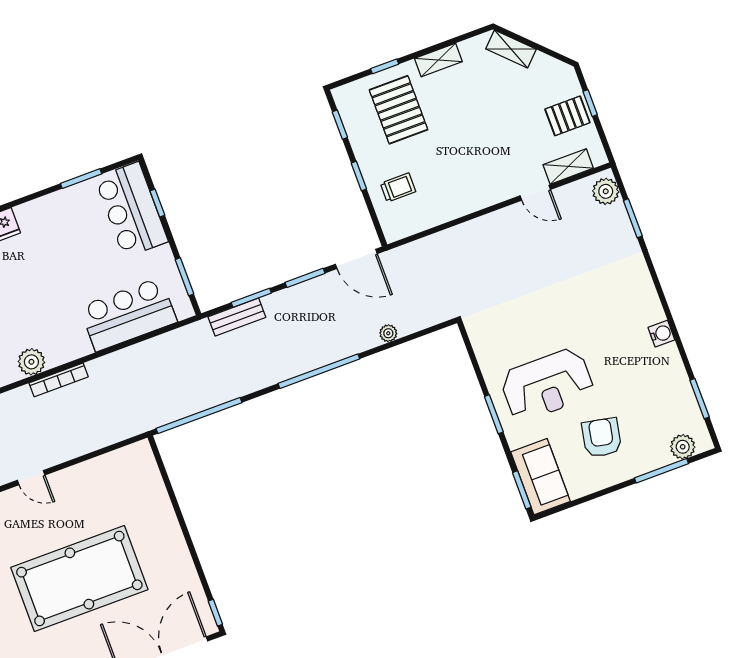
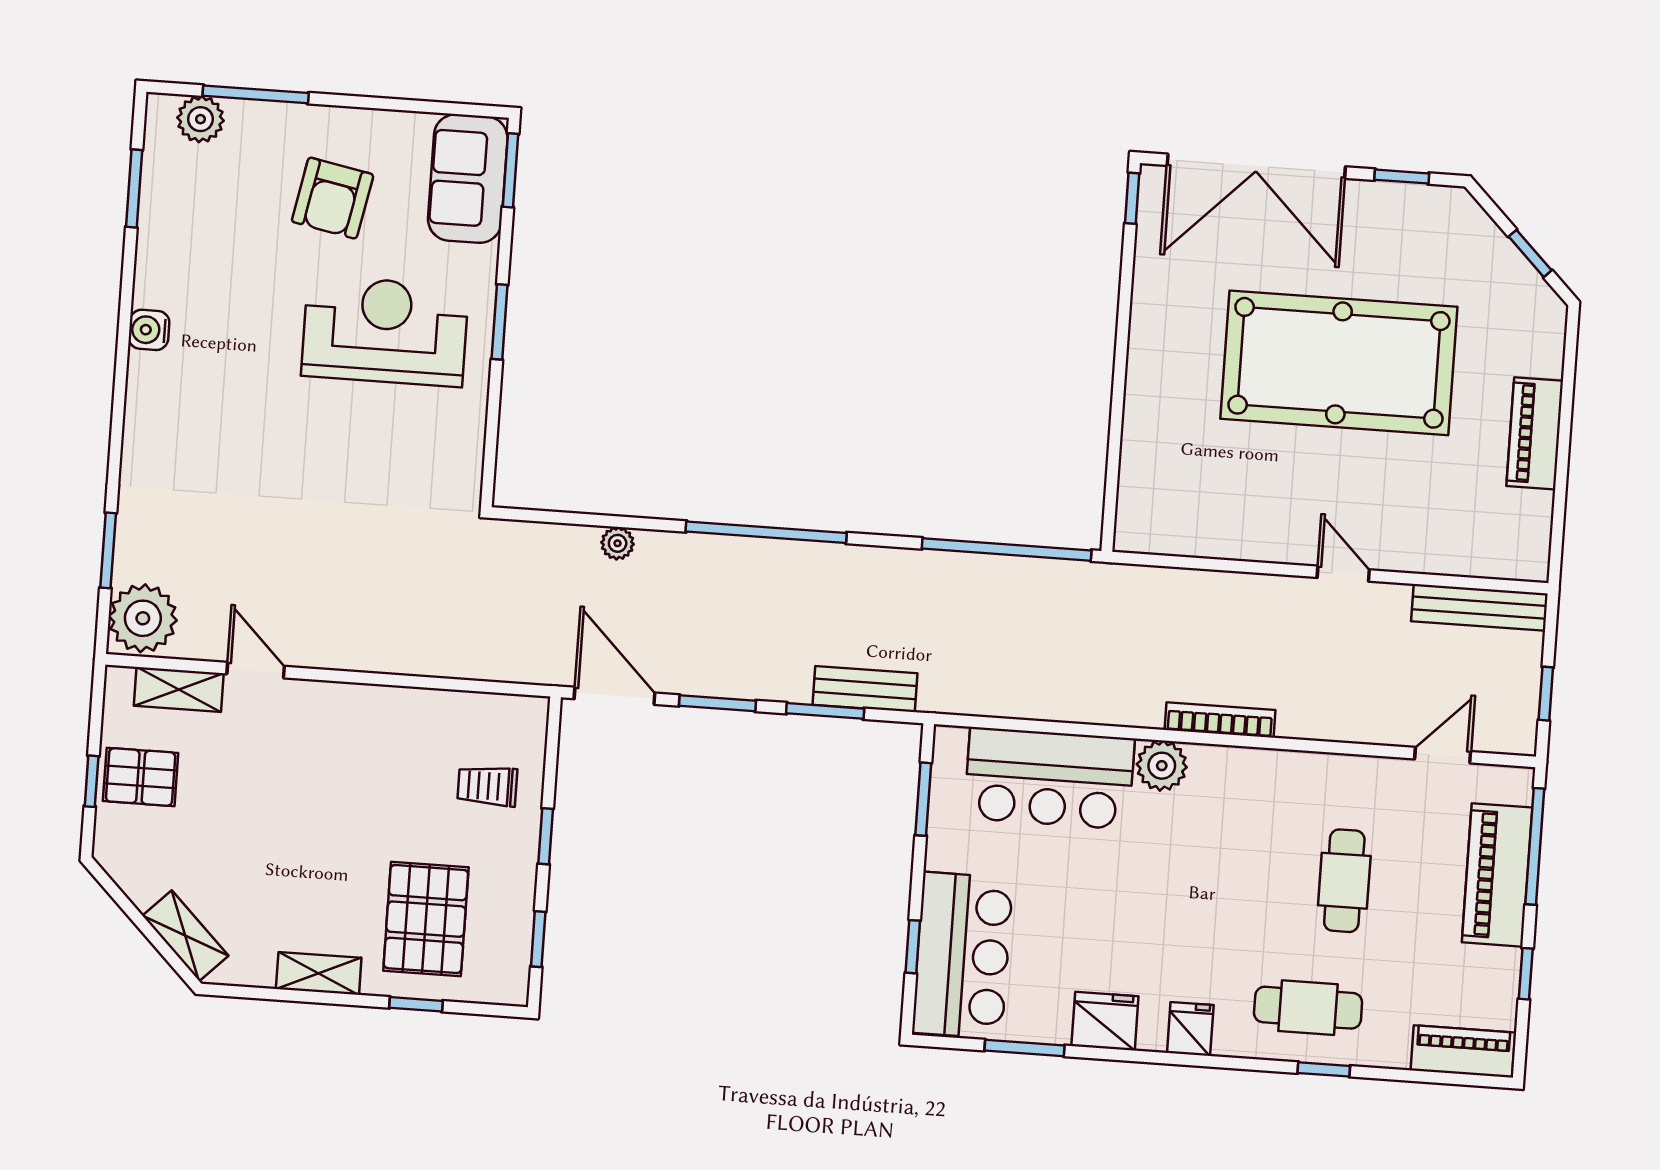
plant: (606, 191) -> (143, 618), width x1.36, depth x1.36
fridge: (48, 209) -> (1105, 1021), added
plant: (31, 362) -> (1162, 766), moved

